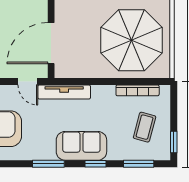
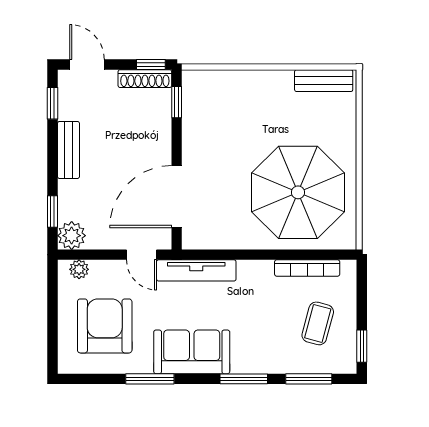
sofa: (81, 146) -> (192, 352), moved
window: (48, 164) -> (150, 379), moved
window: (96, 164) -> (244, 379), width x1.50

